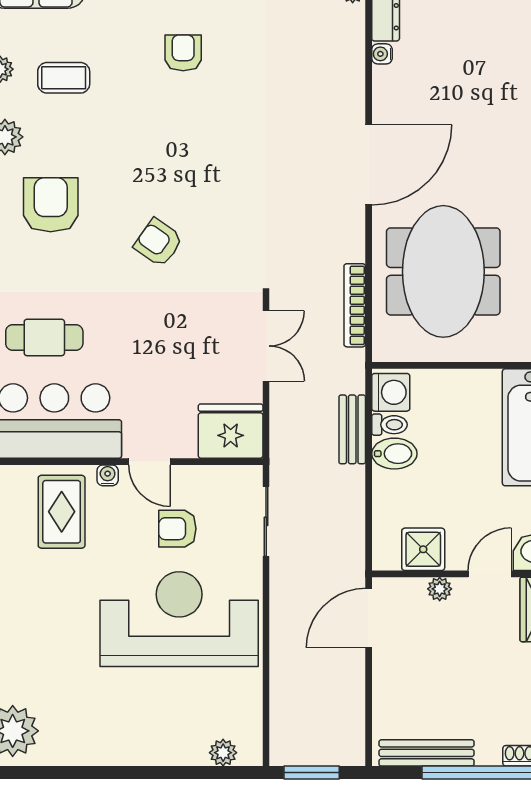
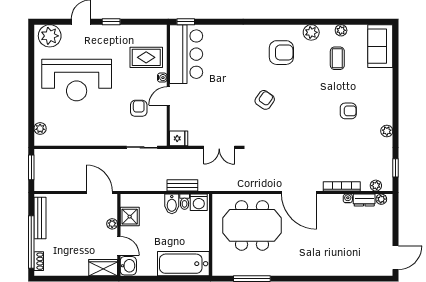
bookcase: (355, 305) -> (342, 186), moved
cafe table: (44, 337) -> (223, 50), removed
fridge: (231, 431) -> (179, 138), width x0.53, depth x0.75
reception desk: (179, 619) -> (77, 80), moved, turned 90

